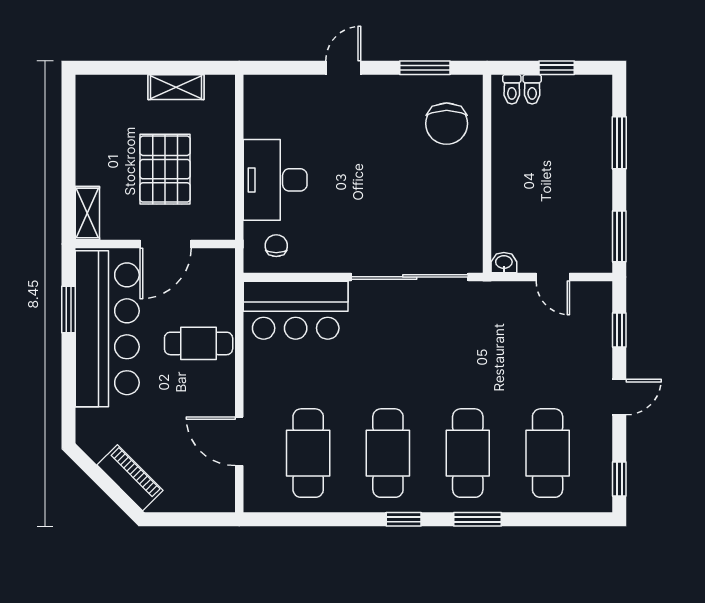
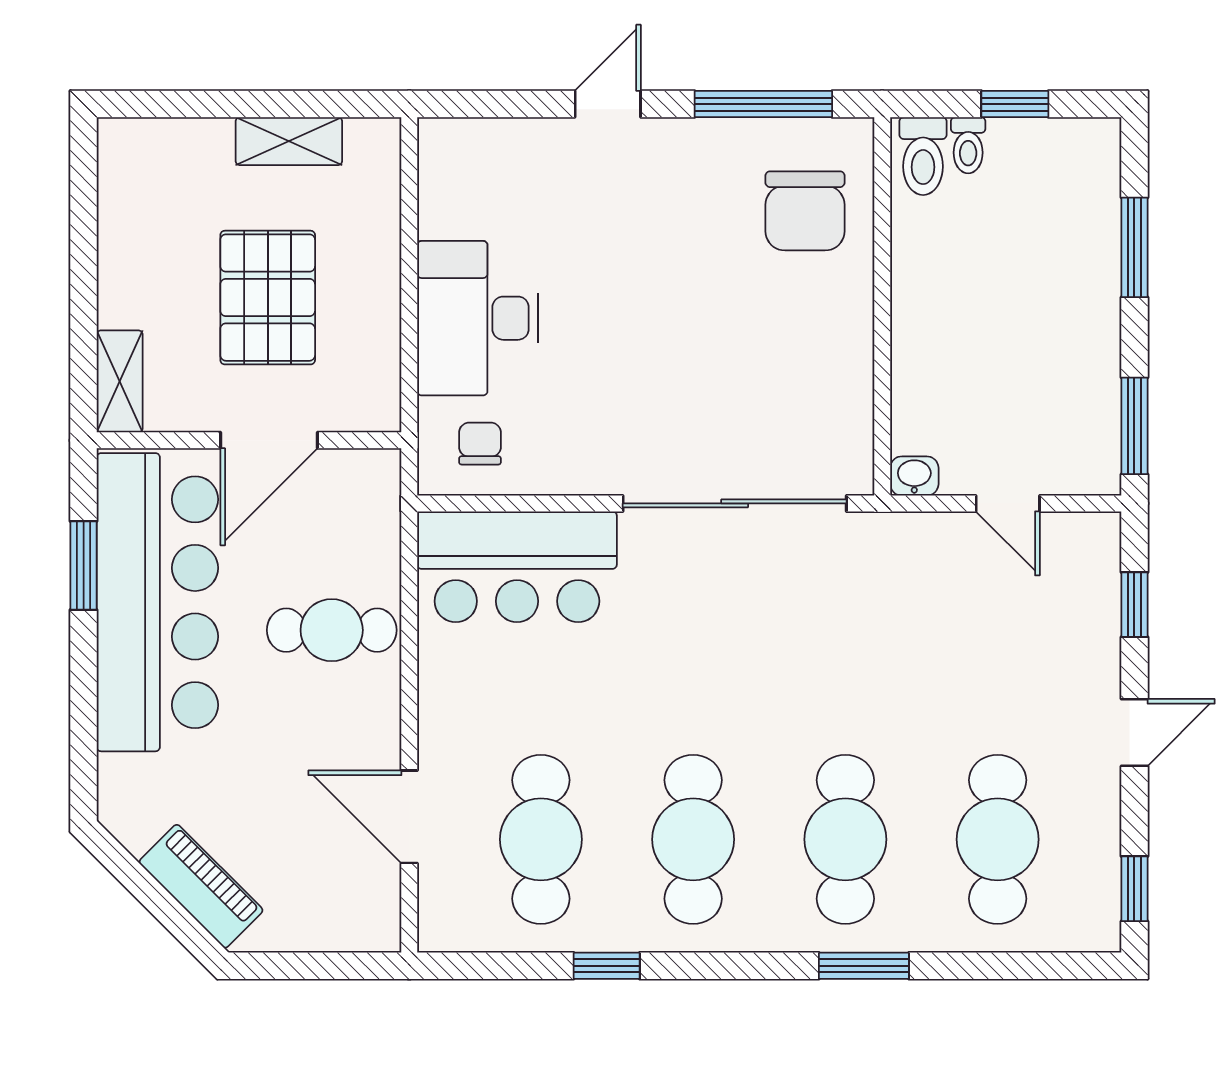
window: (425, 68) -> (763, 104), width x1.44
toilet: (512, 89) -> (923, 156), width x1.37, depth x1.39
window: (404, 519) -> (607, 966), moved

